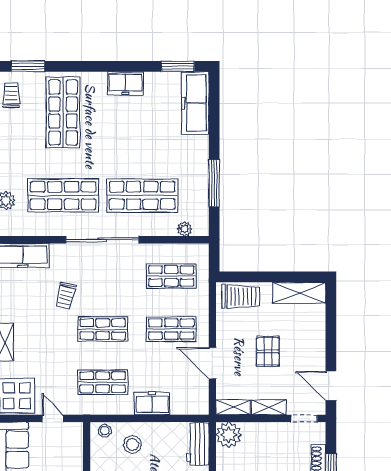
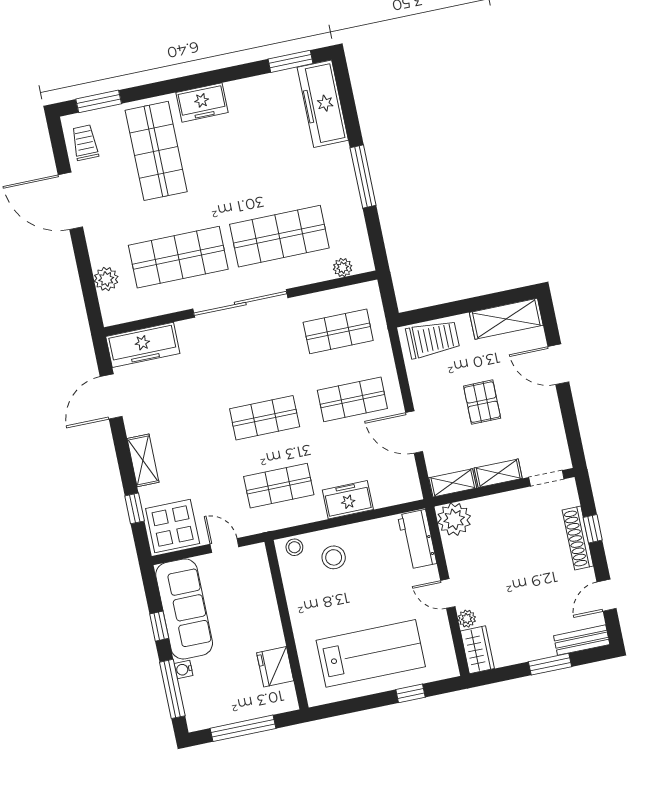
freezer: (125, 83) -> (202, 103), moved
window: (214, 183) -> (363, 177), moved
trolley: (66, 296) -> (208, 385), removed
door: (331, 386) -> (558, 364), moved

